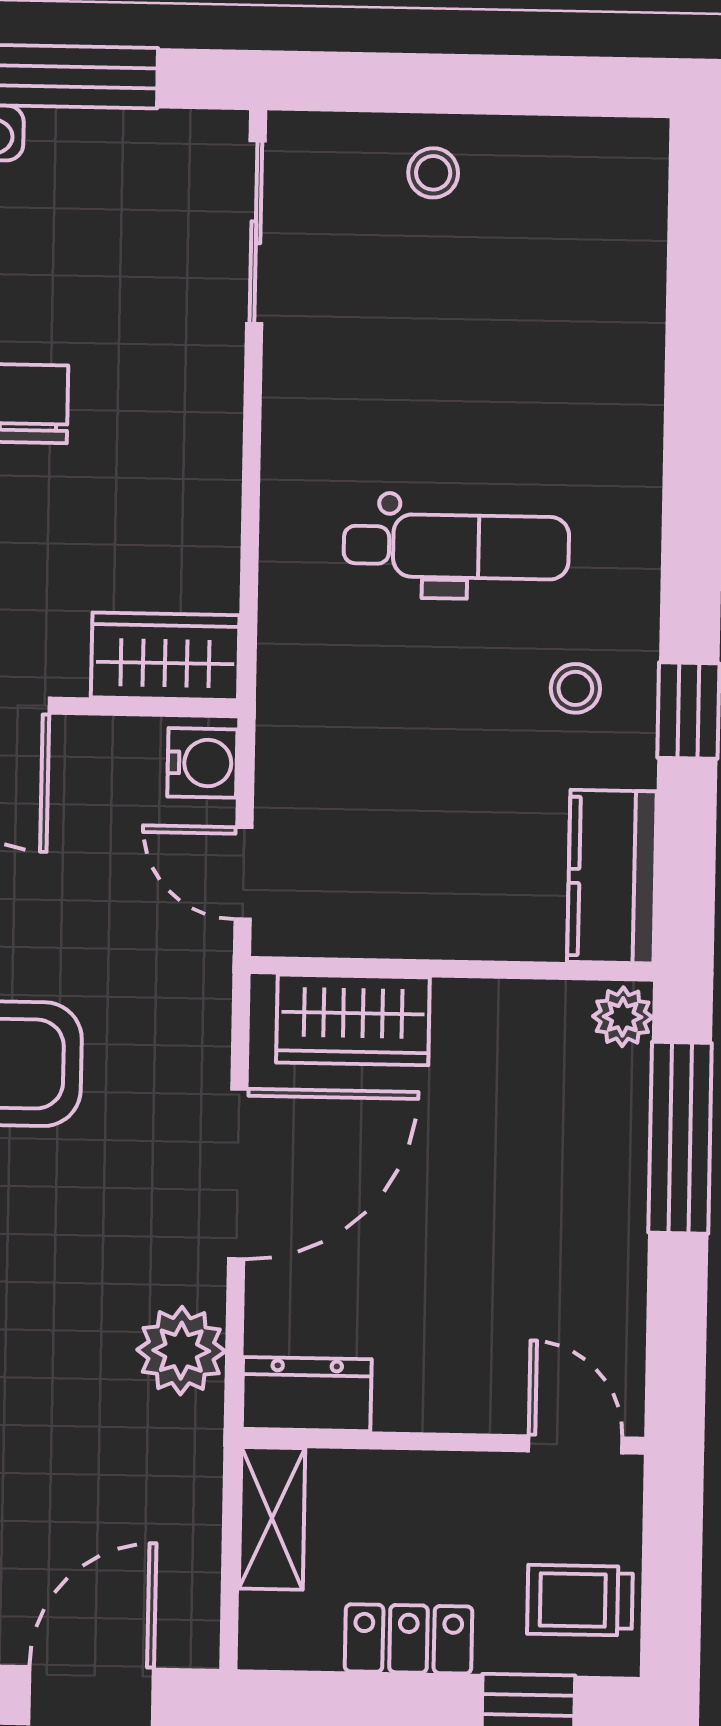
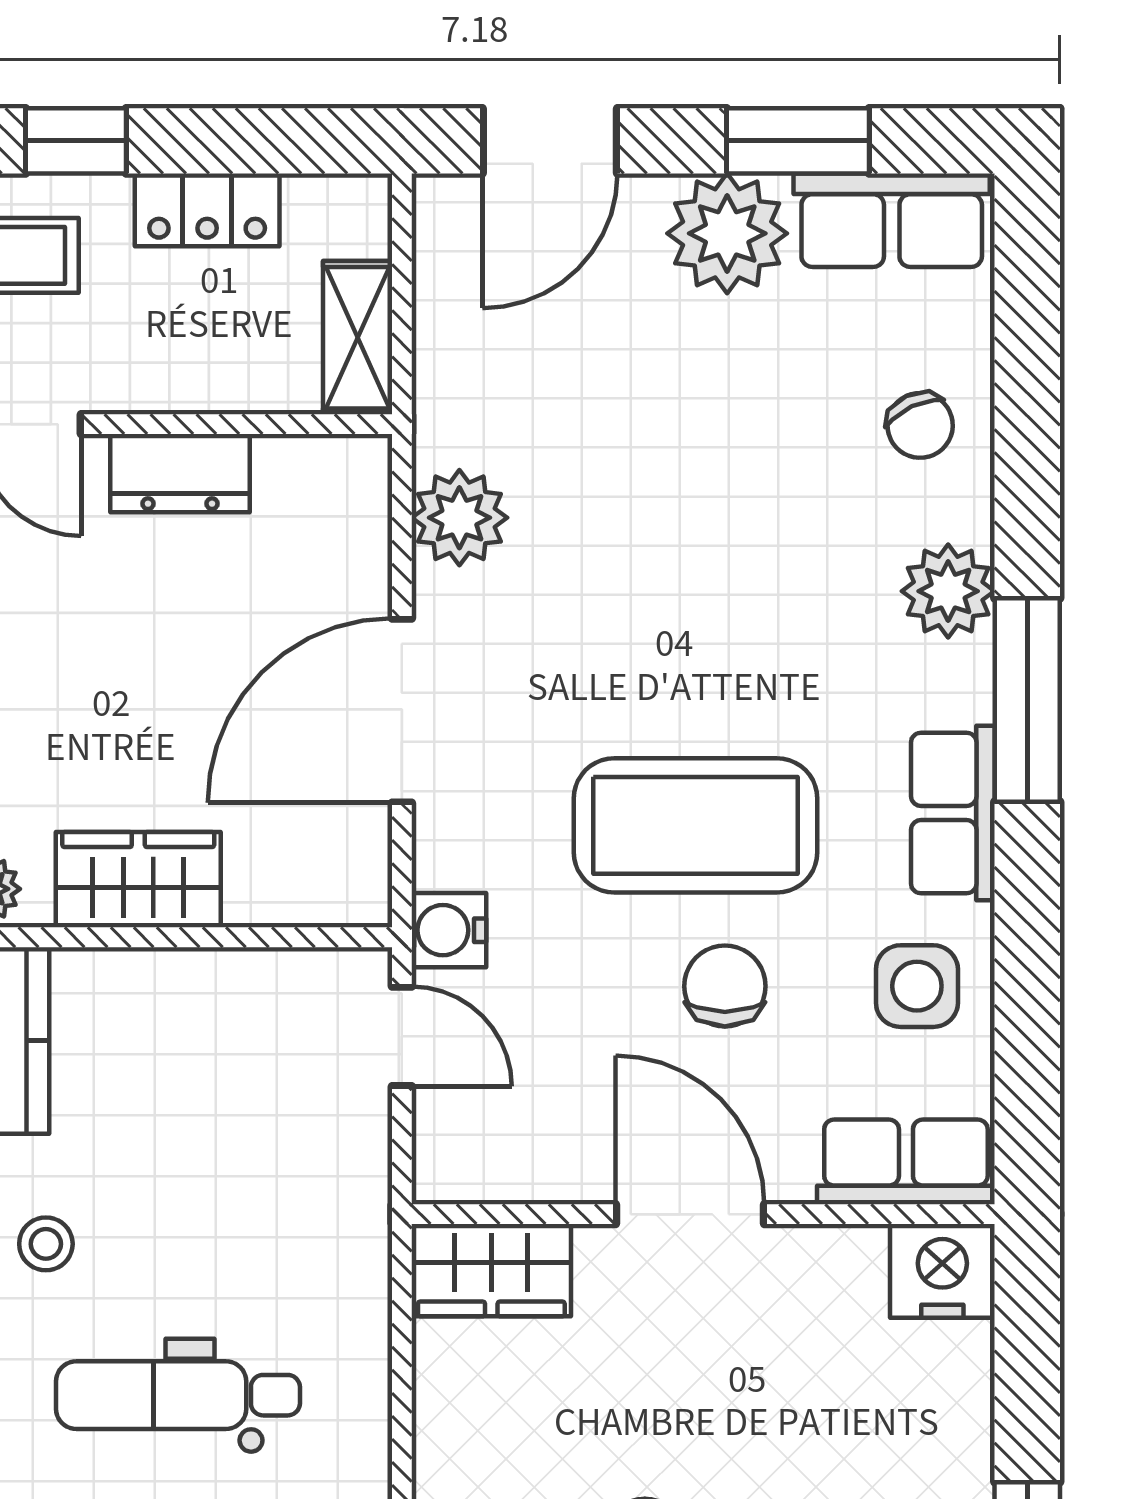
water cooler: (202, 763) -> (449, 930), moved
wardrobe: (353, 1020) -> (138, 880), moved
dresser: (307, 1394) -> (180, 473), moved

